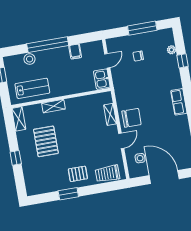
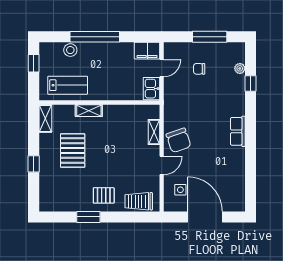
filing cabinet: (75, 52) -> (147, 51), moved, width x2.00
chair: (131, 118) -> (179, 140), turned 71

